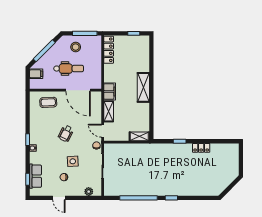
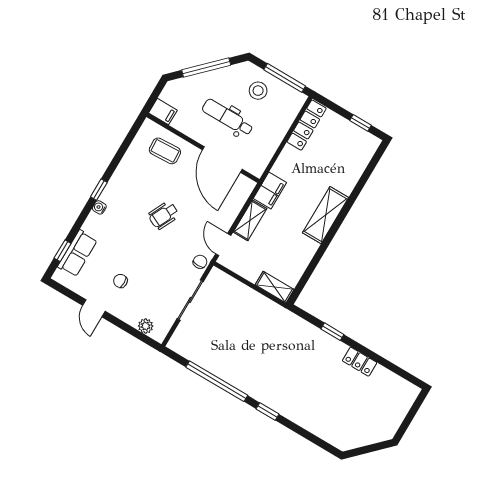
dental chair: (69, 69) -> (228, 117), turned 180
filing cabinet: (36, 74) -> (163, 112), moved
side table: (73, 161) -> (149, 265), removed

